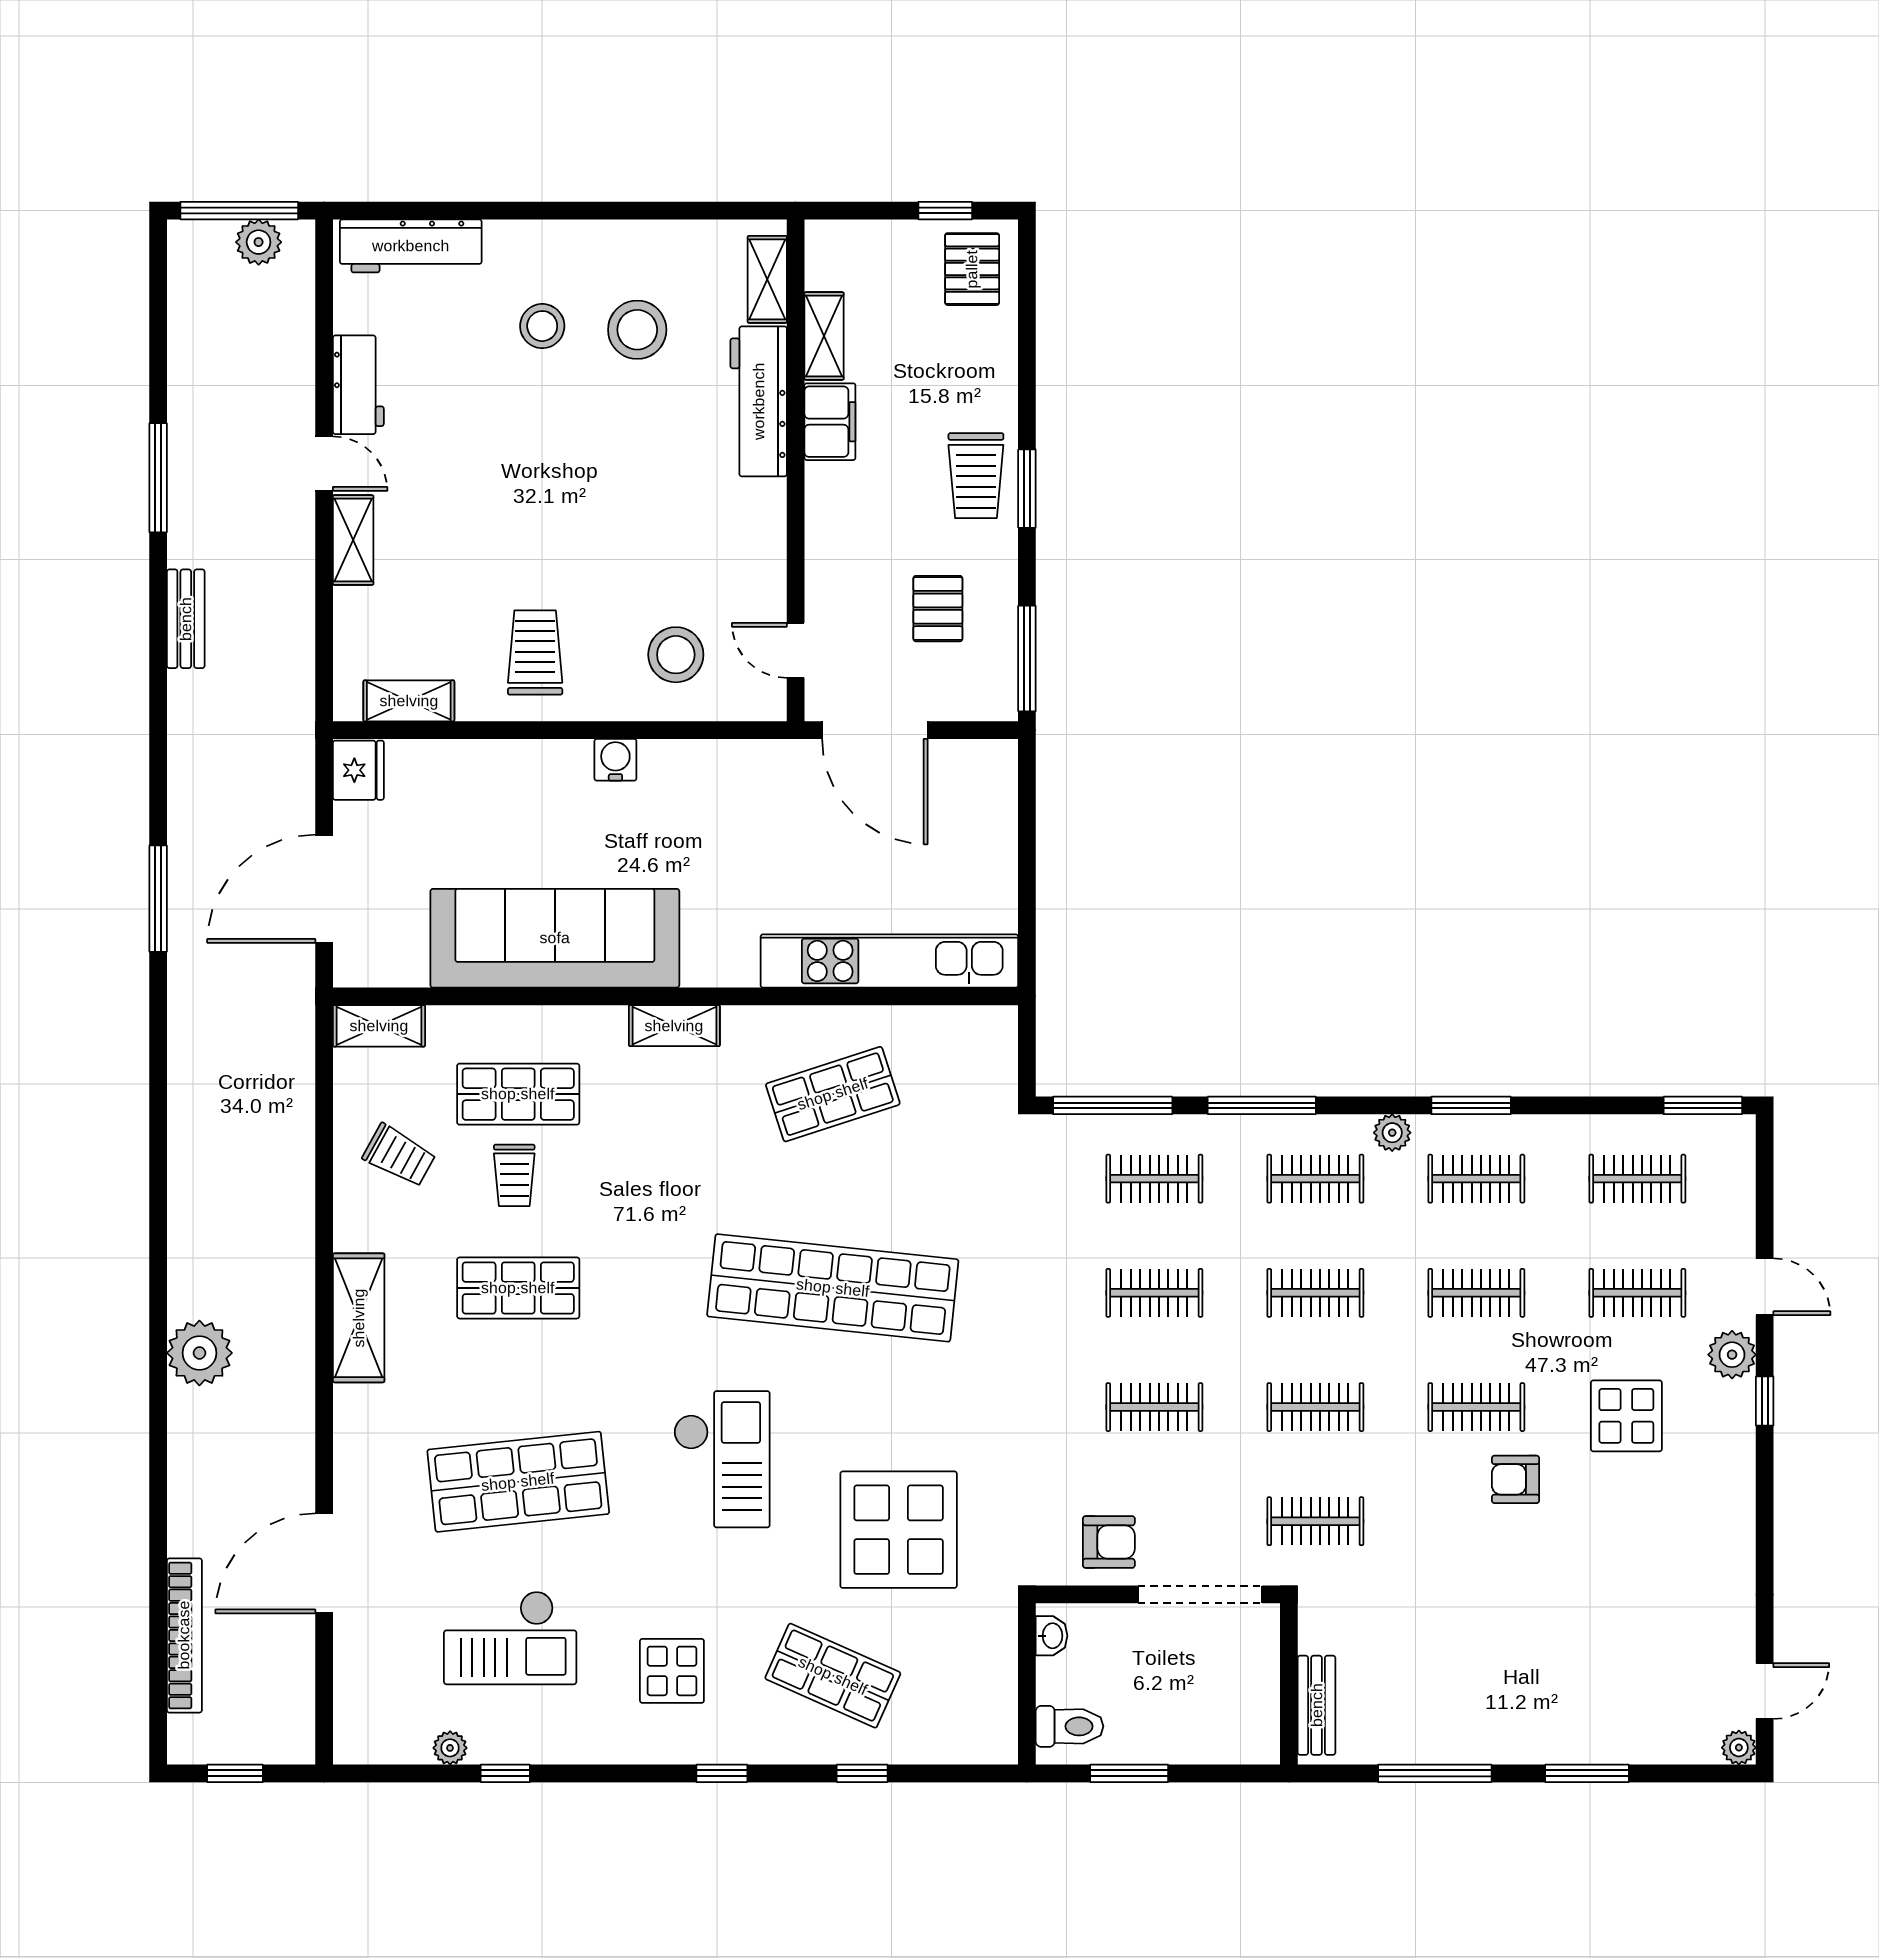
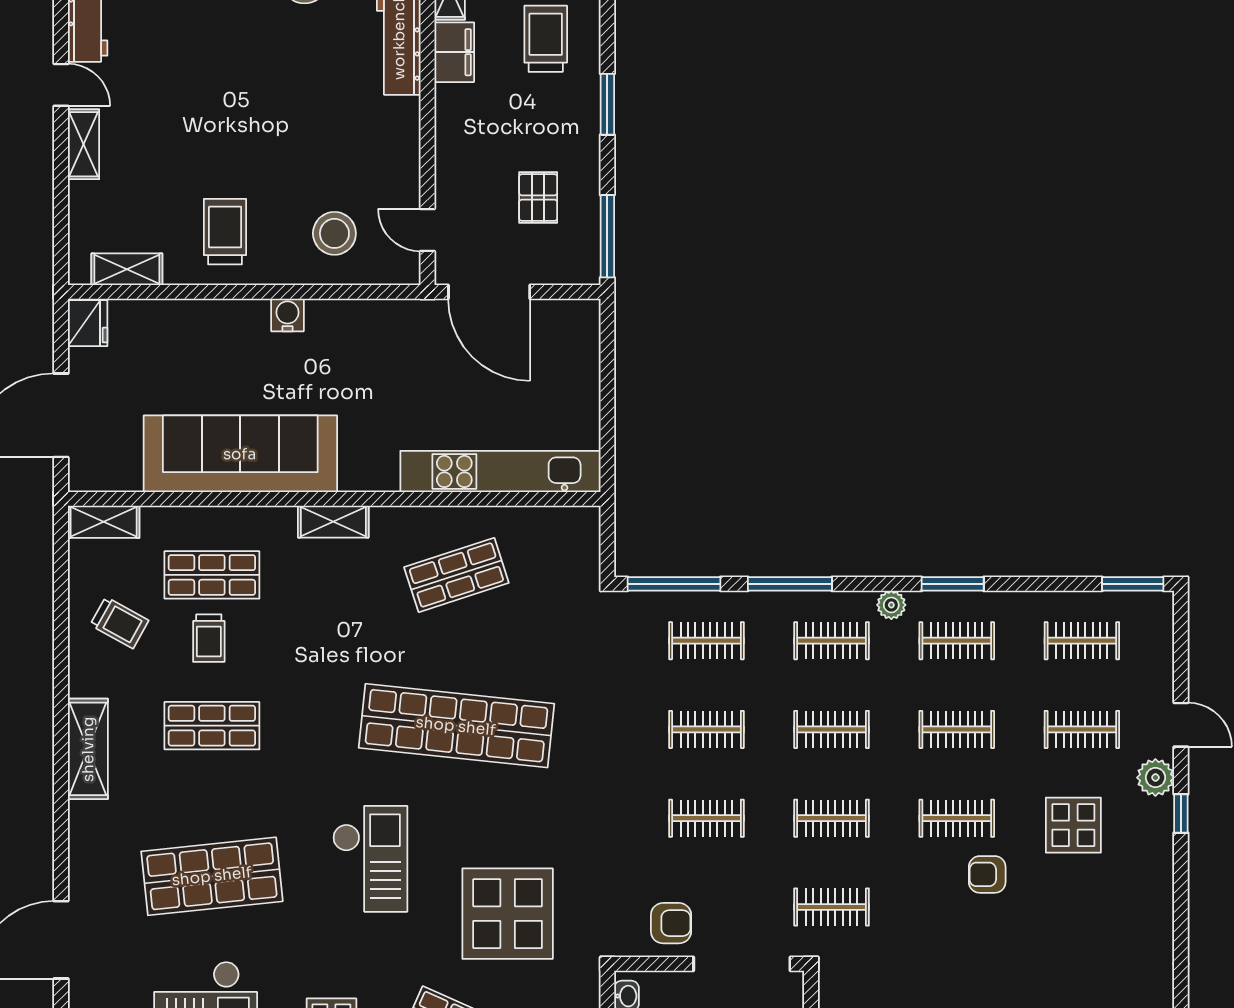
trolley: (976, 476) -> (546, 39), moved, turned 180

